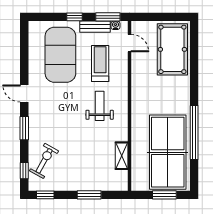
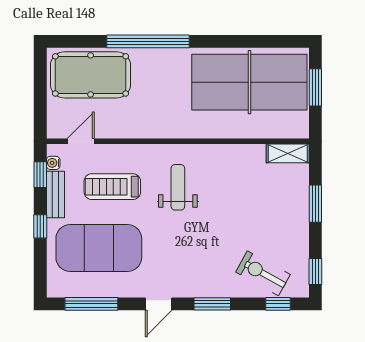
window: (108, 17) -> (40, 175), width x0.67
window: (24, 50) -> (91, 304), added
weight bench: (100, 106) -> (178, 187), turned 90
window: (194, 132) -> (148, 41), moved
shelving: (122, 156) -> (288, 153), moved

